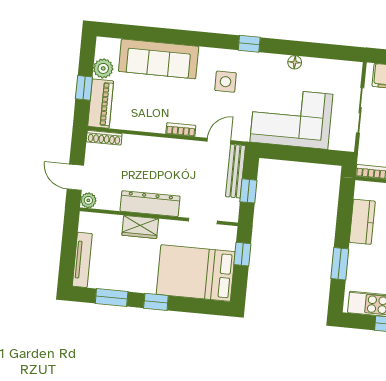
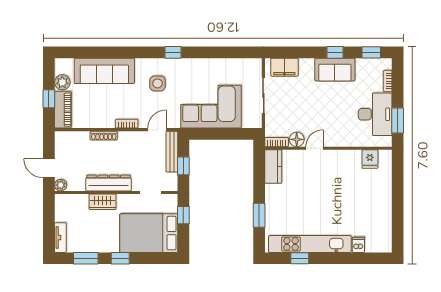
floor lamp: (295, 62) -> (209, 63), removed
shoe rack: (104, 138) -> (104, 136), moved
kitchen counter: (362, 222) -> (273, 167), moved
tv unit: (82, 260) -> (60, 238), width x0.71

